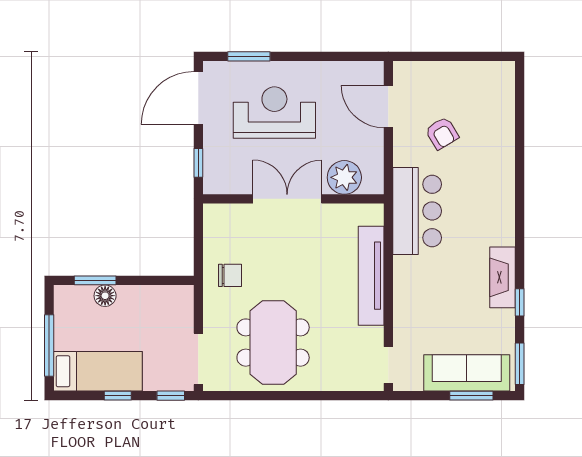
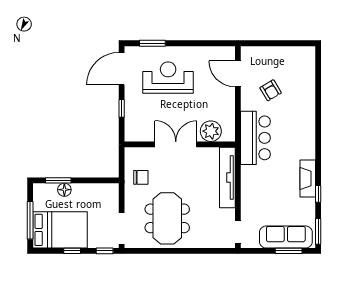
plant: (344, 177) -> (211, 131), moved
double door: (287, 199) -> (176, 144), moved
wall: (293, 199) -> (180, 144), moved
bed: (98, 371) -> (60, 230), width x1.50

